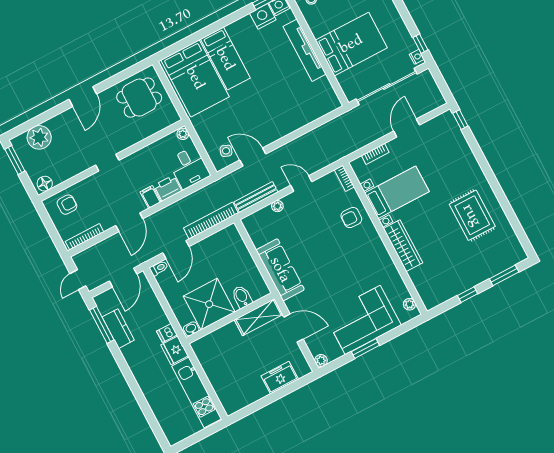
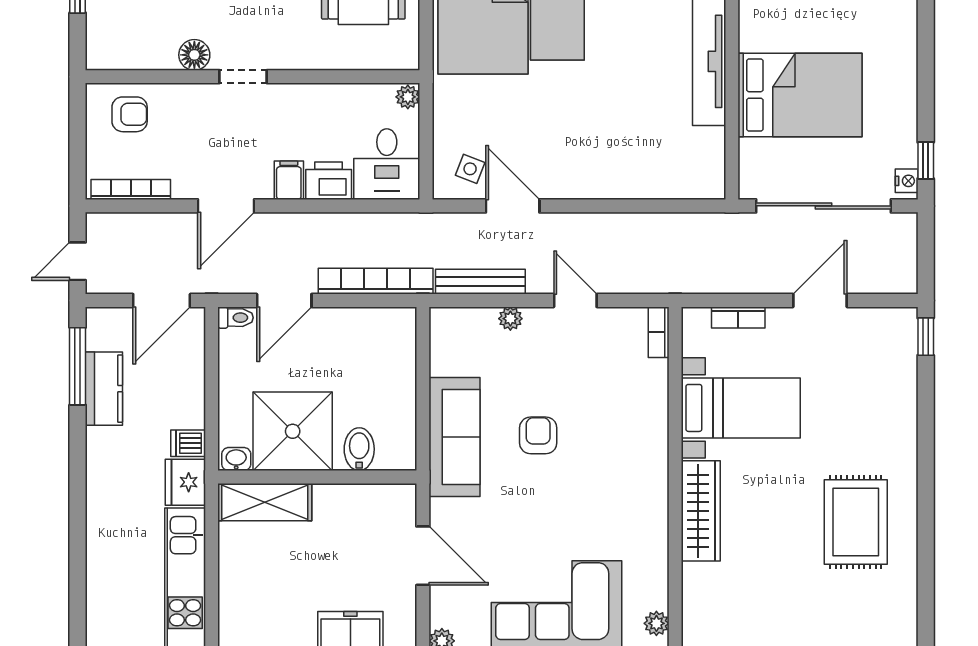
floor lamp: (45, 184) -> (194, 55), moved
armchair: (351, 218) -> (538, 435), moved, turned 88
shelving: (258, 317) -> (265, 502), moved

